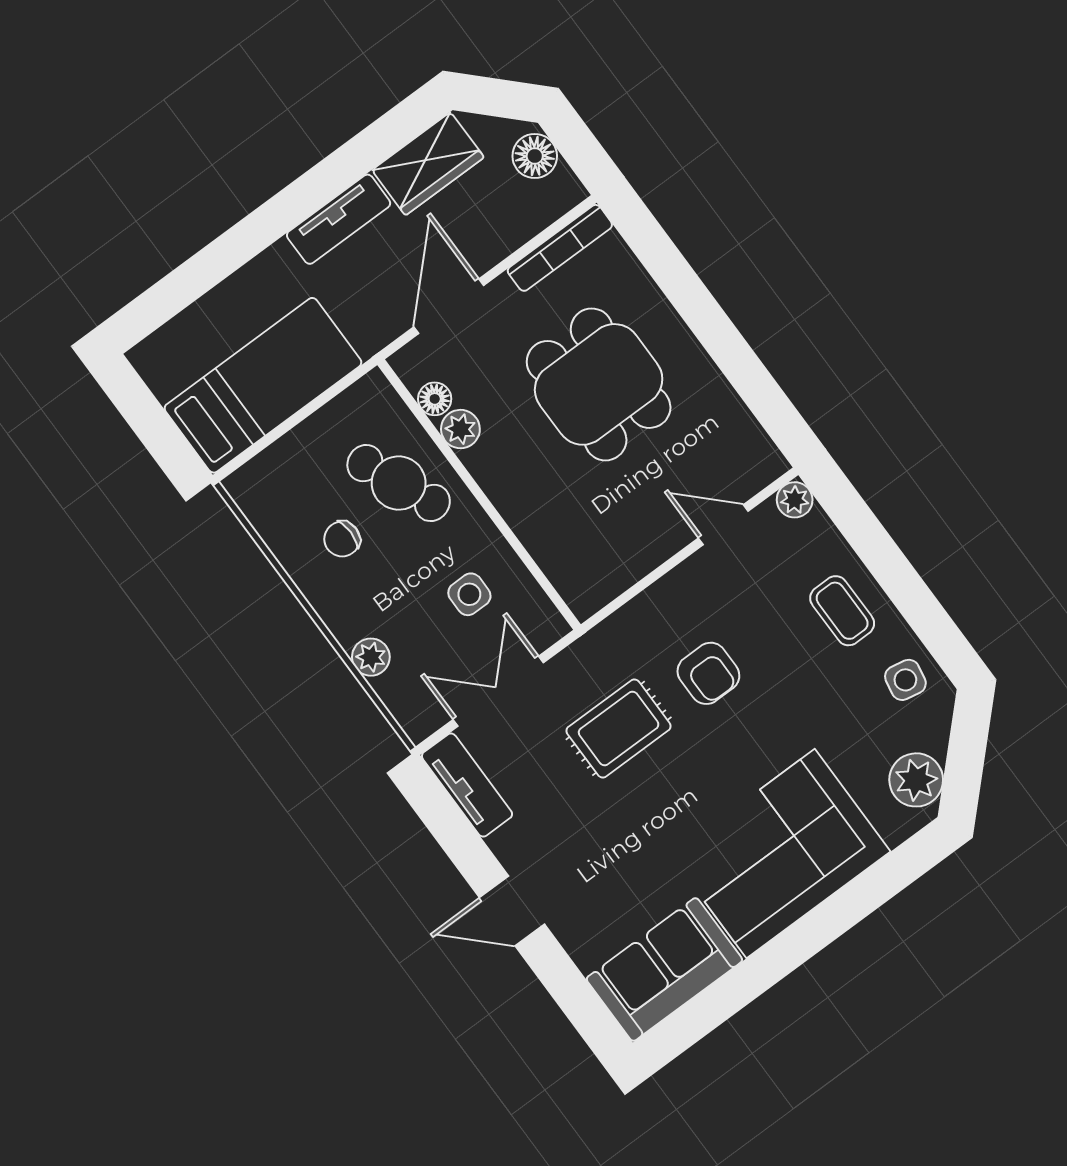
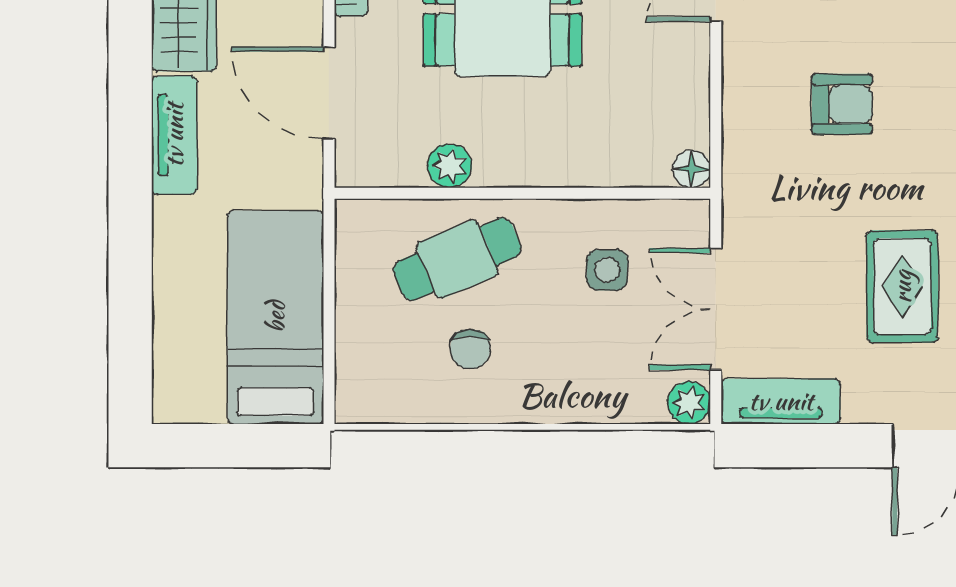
floor lamp: (435, 399) -> (692, 169), moved
plant: (371, 657) -> (689, 403), moved
rug: (619, 728) -> (902, 287), moved

